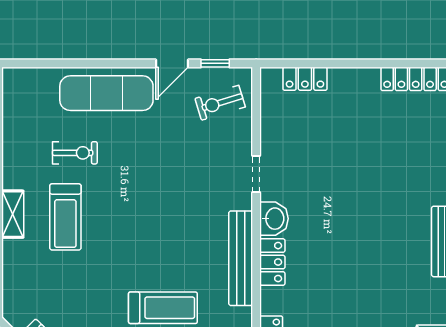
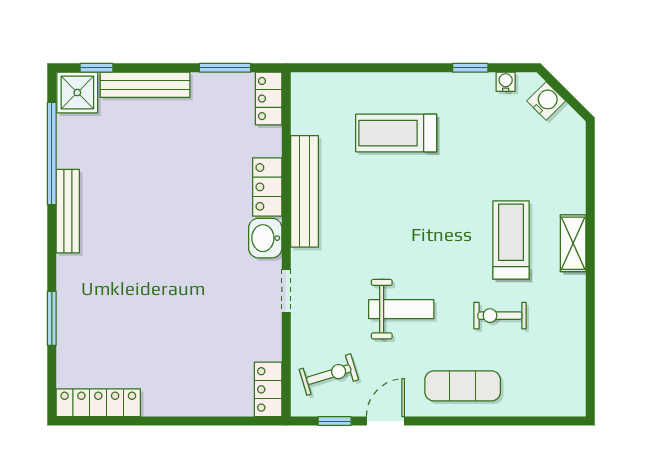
locker: (305, 79) -> (268, 389), moved, turned -90
exercise mat: (106, 93) -> (463, 386), width x0.73, depth x0.69
weight bench: (159, 158) -> (401, 309), added

